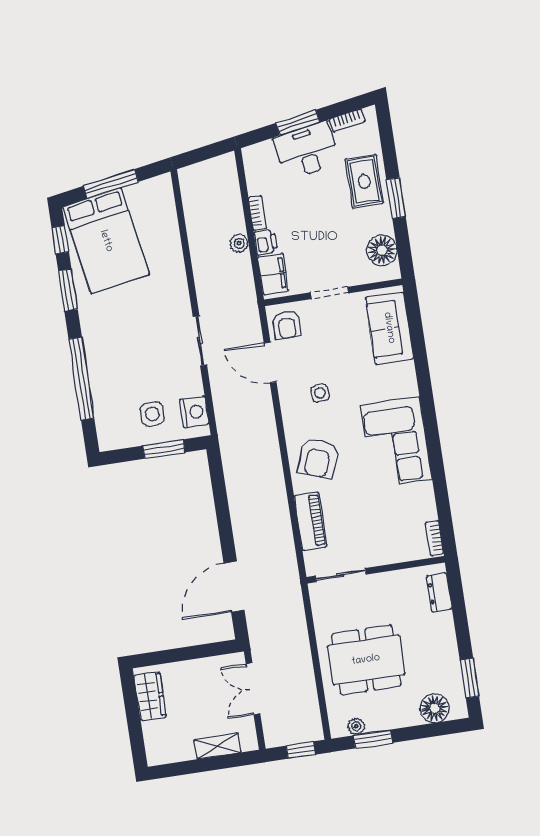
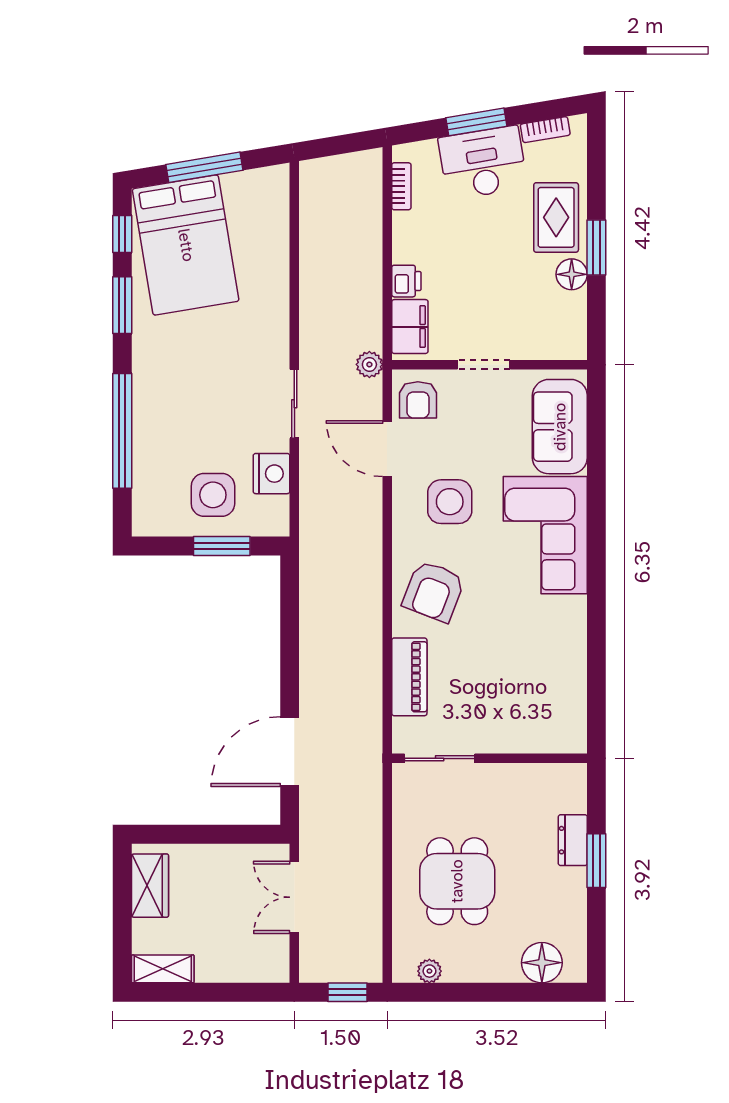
bookcase: (258, 213) -> (401, 186), moved
plant: (239, 243) -> (369, 364), moved
floor lamp: (382, 250) -> (572, 274), moved, width x0.73, depth x0.73
side table: (320, 393) -> (450, 502), width x1.87, depth x1.87
nightstand: (194, 412) -> (271, 474), moved
side table: (152, 414) -> (213, 495), width x1.37, depth x1.37
corner sofa: (396, 442) -> (545, 535), moved
bookcase: (434, 538) -> (578, 727), removed
dresser: (439, 592) -> (573, 840), moved
dining table: (366, 660) -> (457, 881), width x0.73
window: (469, 678) -> (596, 861), moved
window: (373, 739) -> (450, 992), removed
shelving: (217, 746) -> (163, 969), moved

